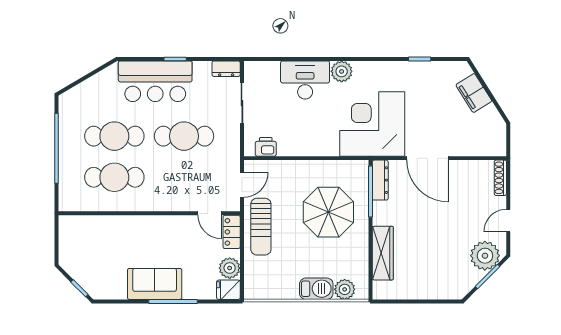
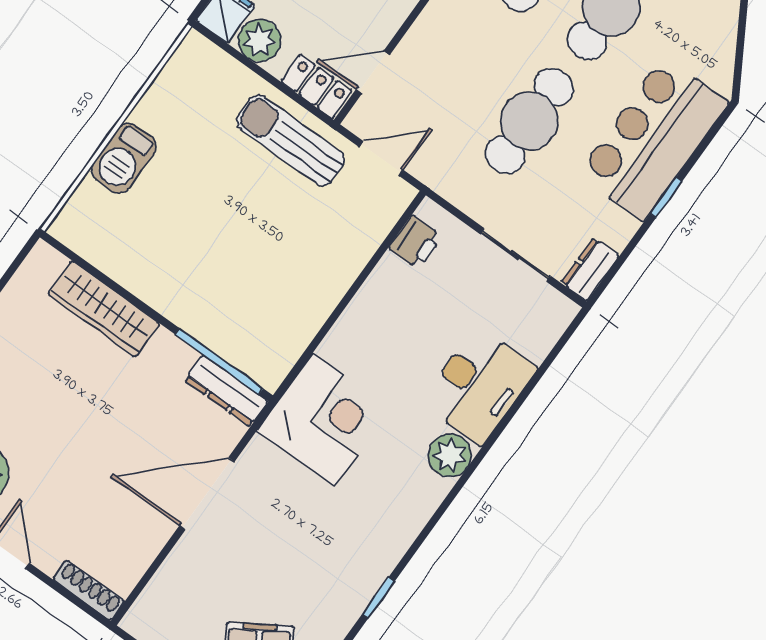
corner desk: (372, 124) -> (324, 420), width x0.74, depth x0.74
door: (242, 185) -> (381, 159), swing flipped
parasol: (328, 212) -> (235, 268), removed
plant: (345, 289) -> (89, 204), removed

